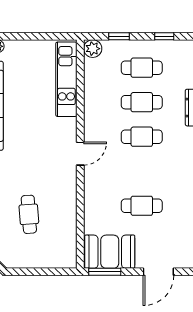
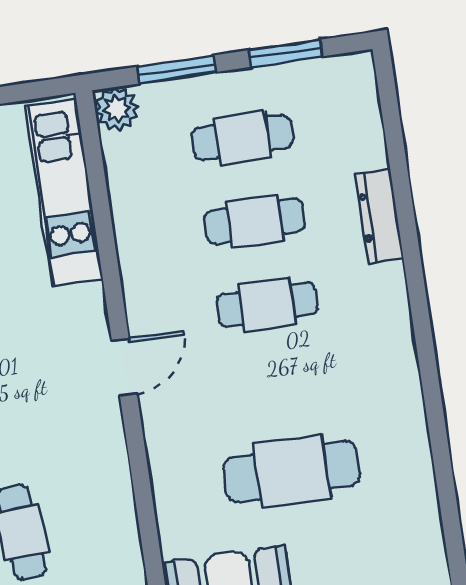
window: (119, 36) -> (176, 69), width x1.50
window: (164, 36) -> (286, 53), width x1.50
cafe table: (142, 206) -> (292, 471), width x1.37, depth x1.35

